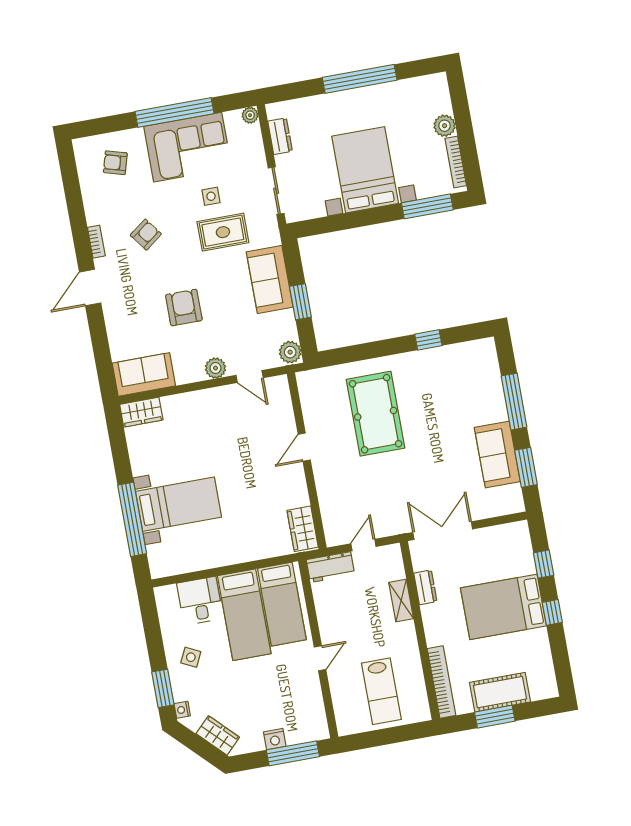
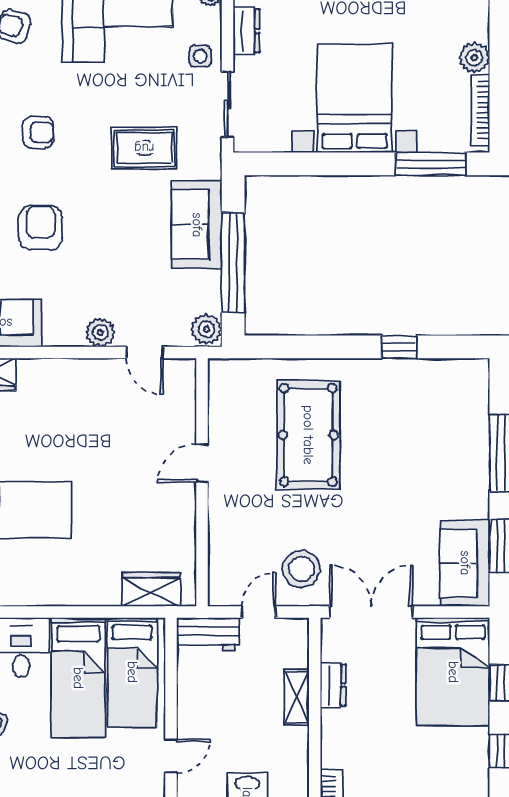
side table: (211, 196) -> (200, 56), moved
armchair: (146, 235) -> (38, 132), turned 37
window: (300, 302) -> (233, 263), width x2.11
armchair: (184, 308) -> (41, 228), moved
sofa: (497, 454) -> (465, 563), moved
stool: (388, 509) -> (301, 569), added
wardrobe: (303, 529) -> (151, 589), moved, turned 90
bed: (503, 607) -> (453, 672), moved, turned -90

